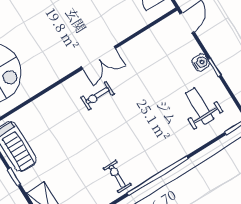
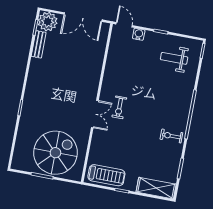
double door: (98, 58) -> (95, 114), moved
water cooler: (201, 63) -> (139, 34), moved

